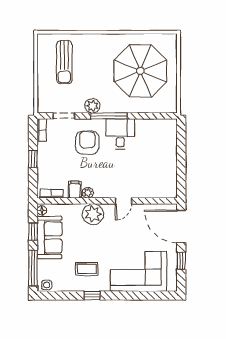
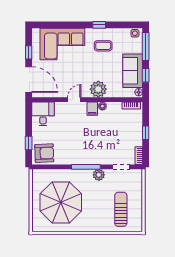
desk: (120, 134) -> (43, 114), moved, turned 180
armchair: (87, 143) -> (44, 153), moved, turned -92
window: (181, 146) -> (29, 143), added
filing cabinet: (75, 190) -> (92, 109), moved

